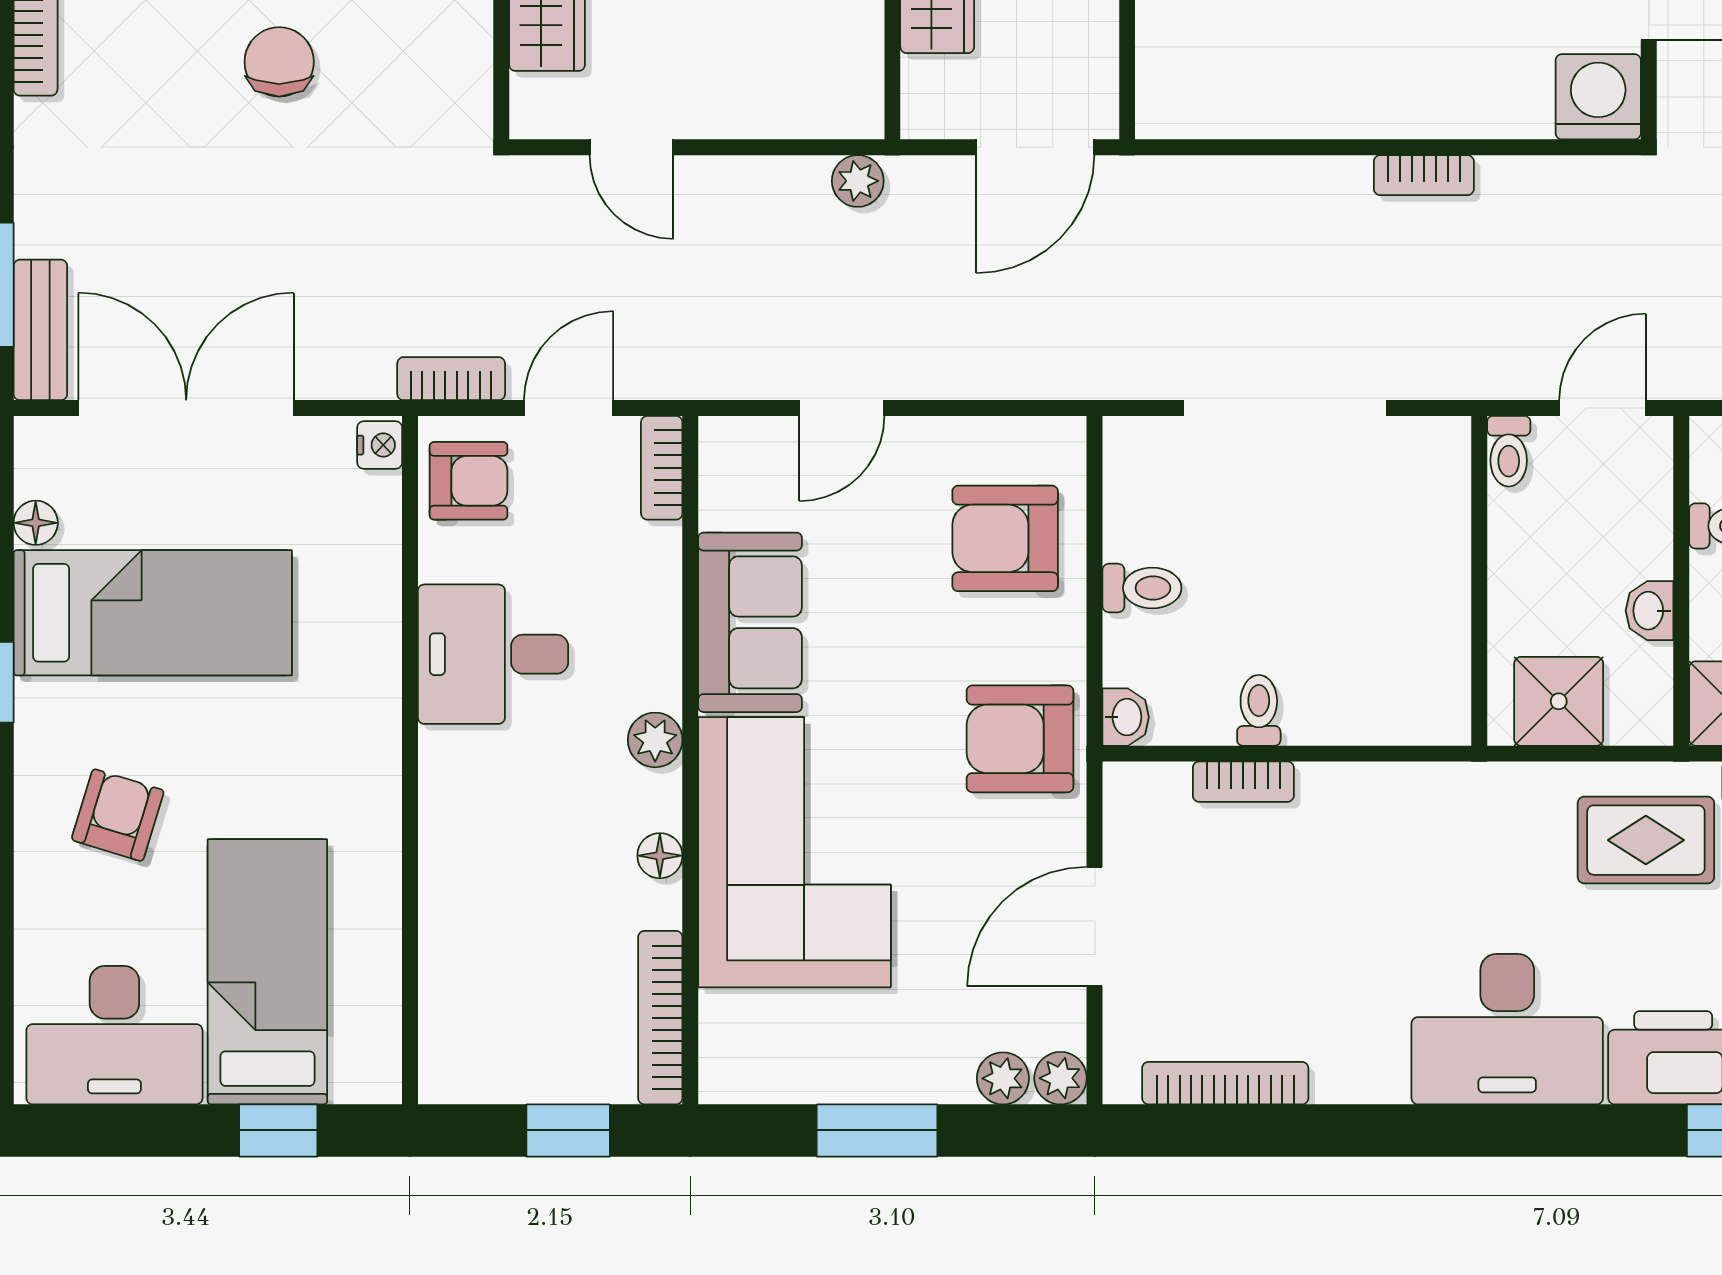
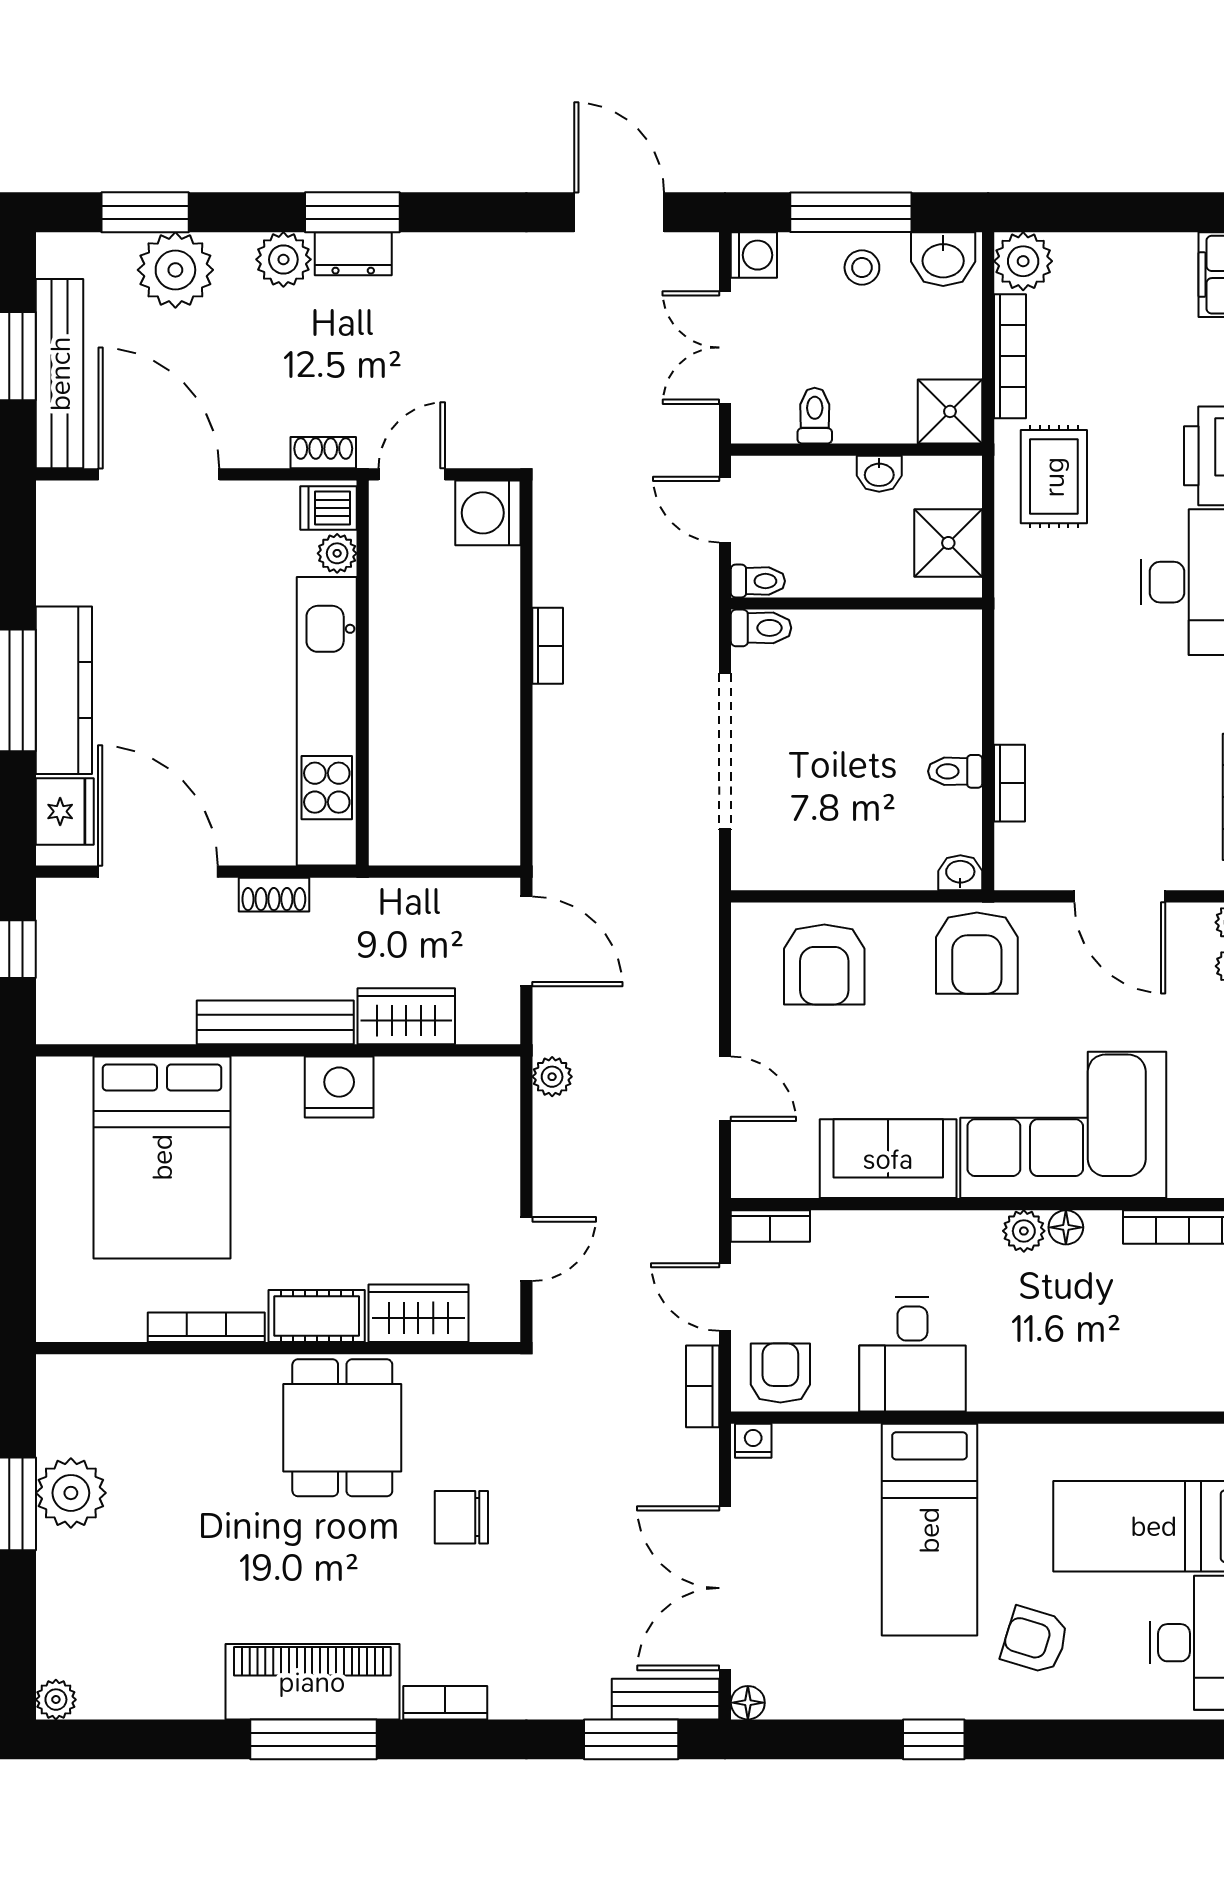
floor lamp: (36, 523) -> (748, 1703), moved
toilet: (1142, 588) -> (761, 628), moved, turned 90
bed: (153, 613) -> (929, 1530), moved, turned 180
plant: (655, 740) -> (1024, 1231), moved

